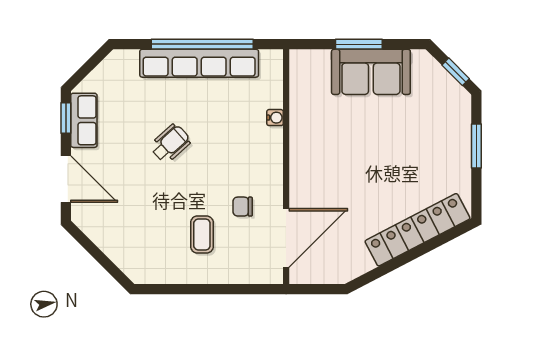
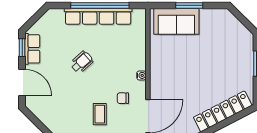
sofa: (371, 72) -> (176, 21), moved
window: (456, 72) -> (245, 21), removed
water cooler: (275, 118) -> (141, 75), moved

